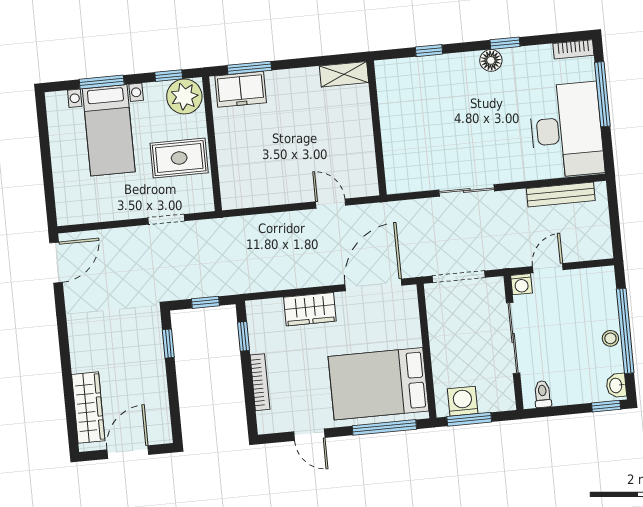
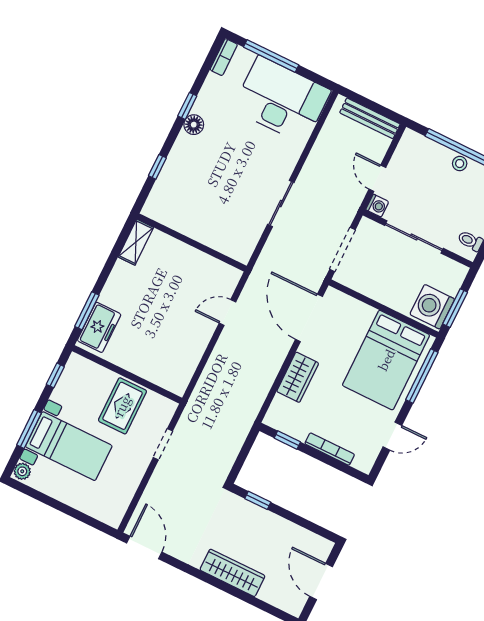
plant: (184, 96) -> (22, 471), moved, width x0.53, depth x0.53
bench: (561, 194) -> (370, 118), moved, turned 90
window: (205, 302) -> (244, 453), removed
washing machine: (463, 401) -> (432, 307), width x1.37, depth x1.37
wardrobe: (88, 408) -> (232, 573), moved

